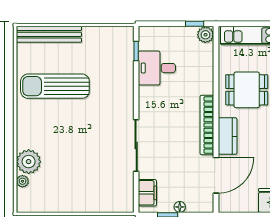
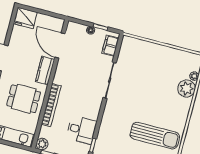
bookcase: (207, 125) -> (51, 105), moved
door: (216, 175) -> (60, 46), hinge flipped

